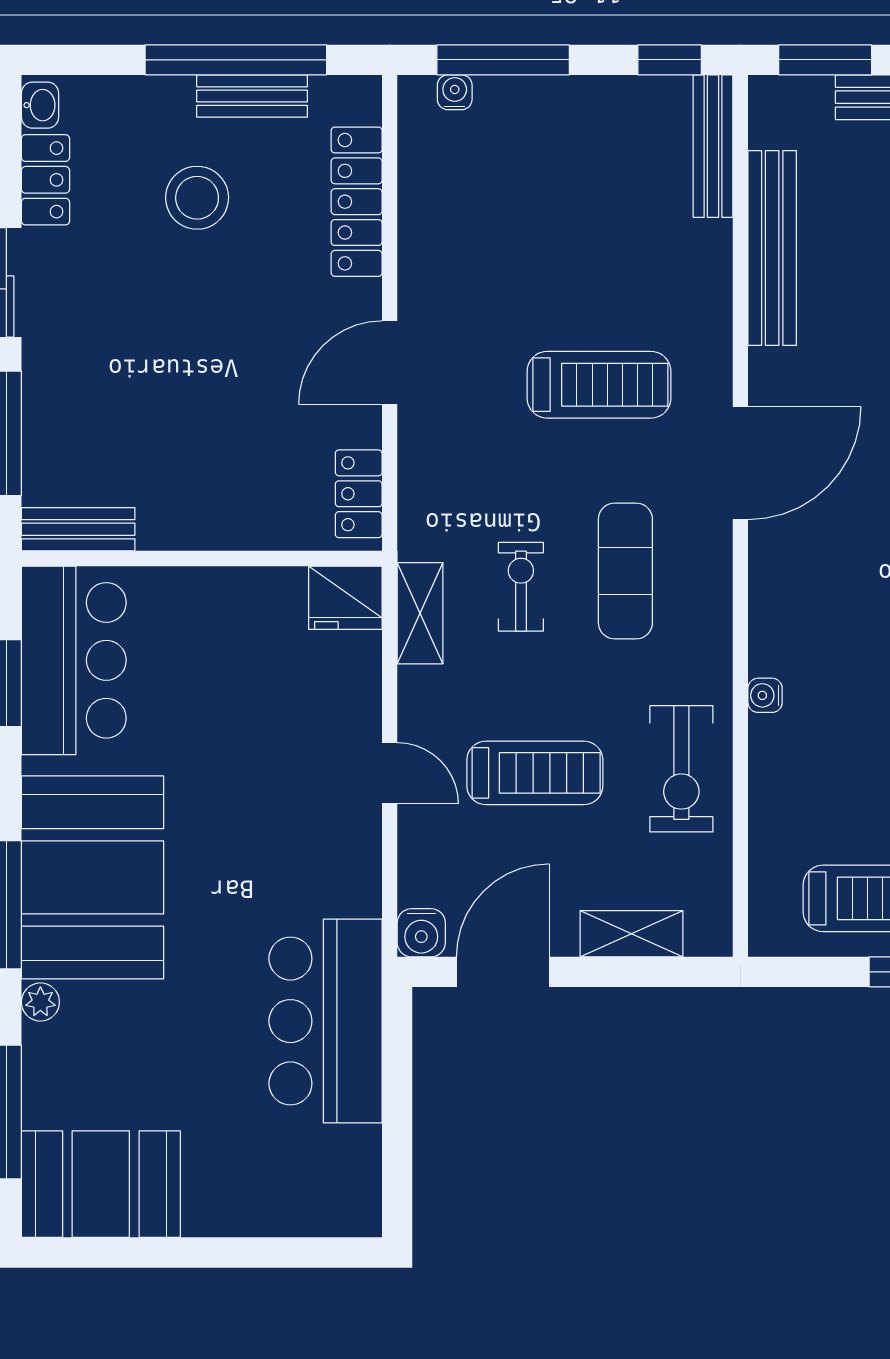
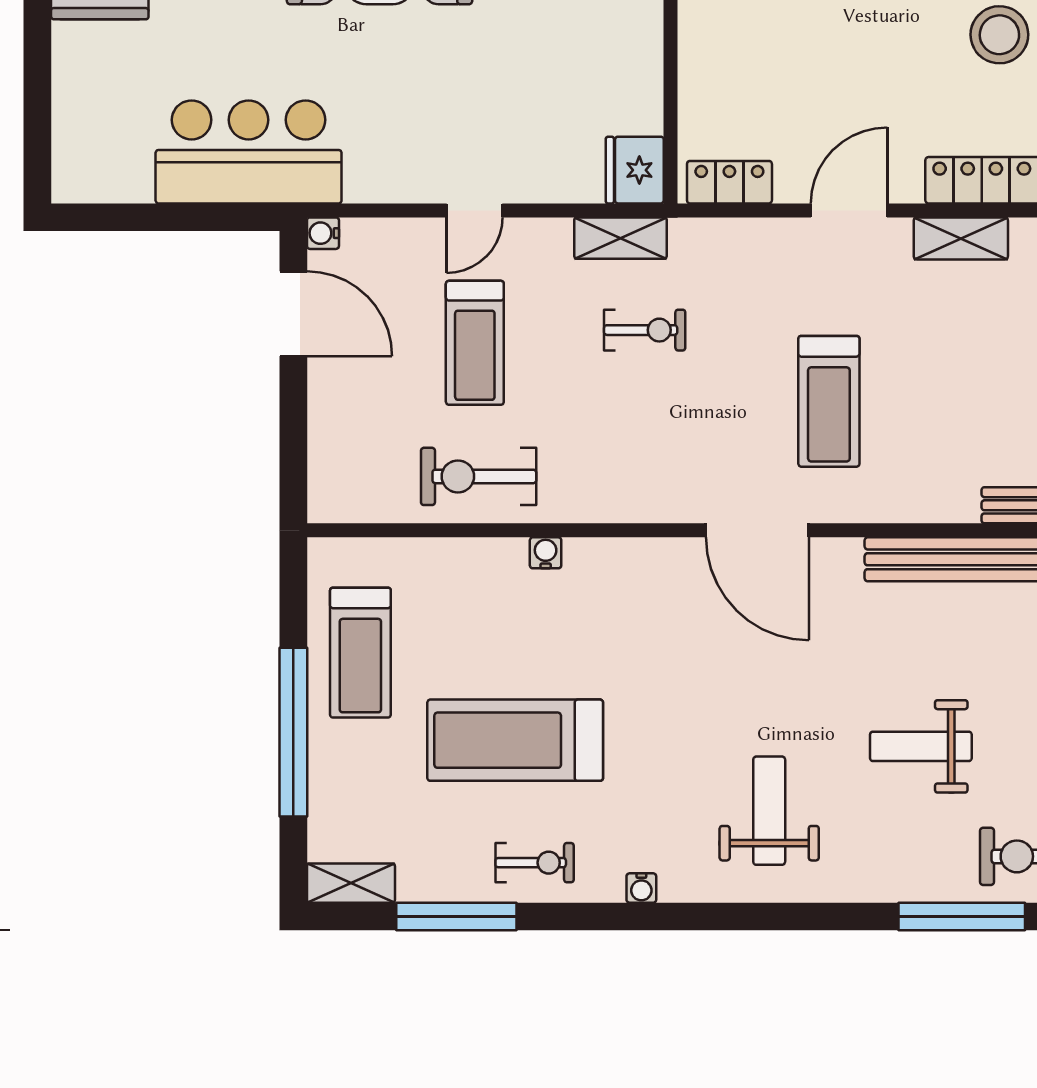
door: (390, 363) -> (849, 210), hinge flipped
exercise mat: (625, 571) -> (659, 425), removed
water cooler: (421, 933) -> (323, 233), width x0.72, depth x0.72
shelving: (631, 934) -> (961, 238), moved, turned 90

